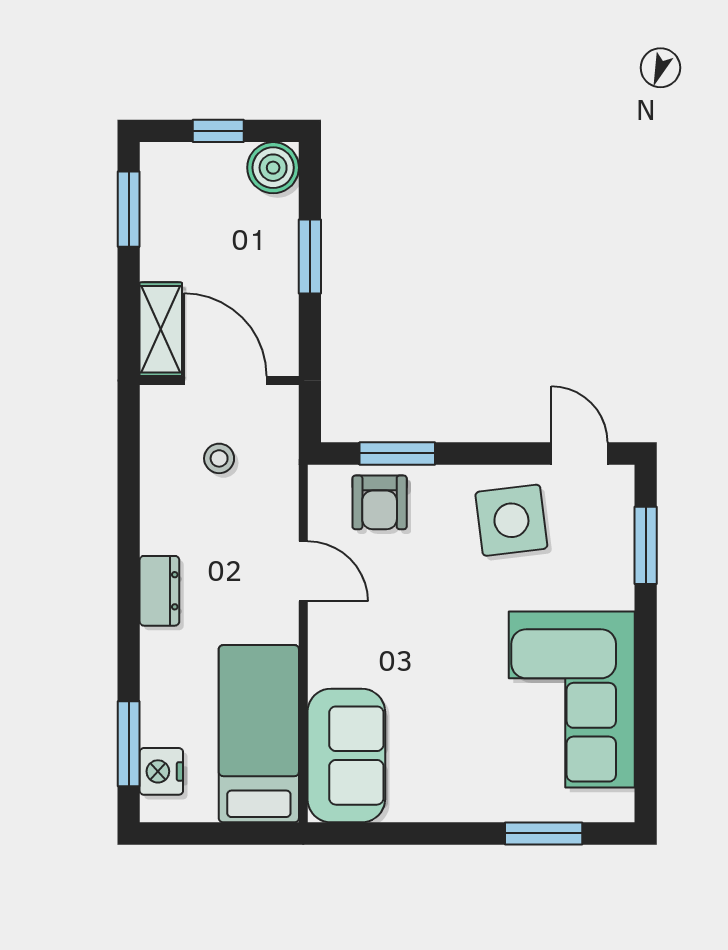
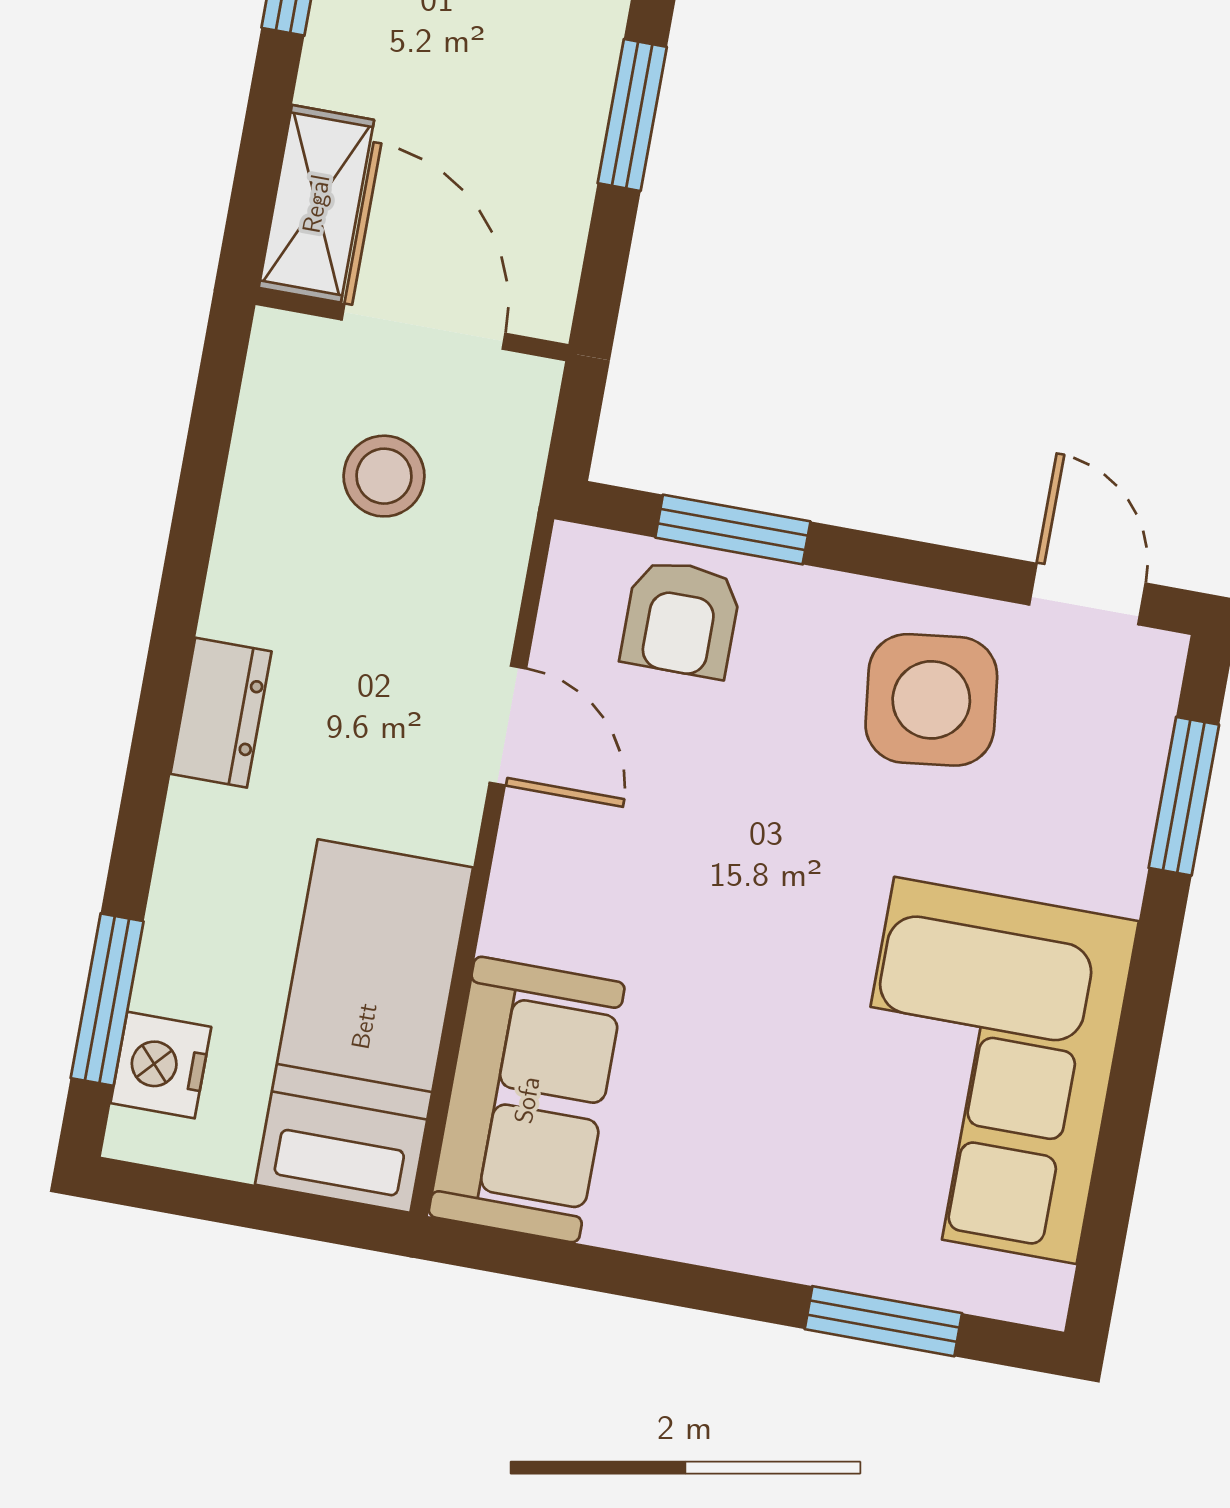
stool: (219, 458) -> (384, 476), width x1.37, depth x1.37

